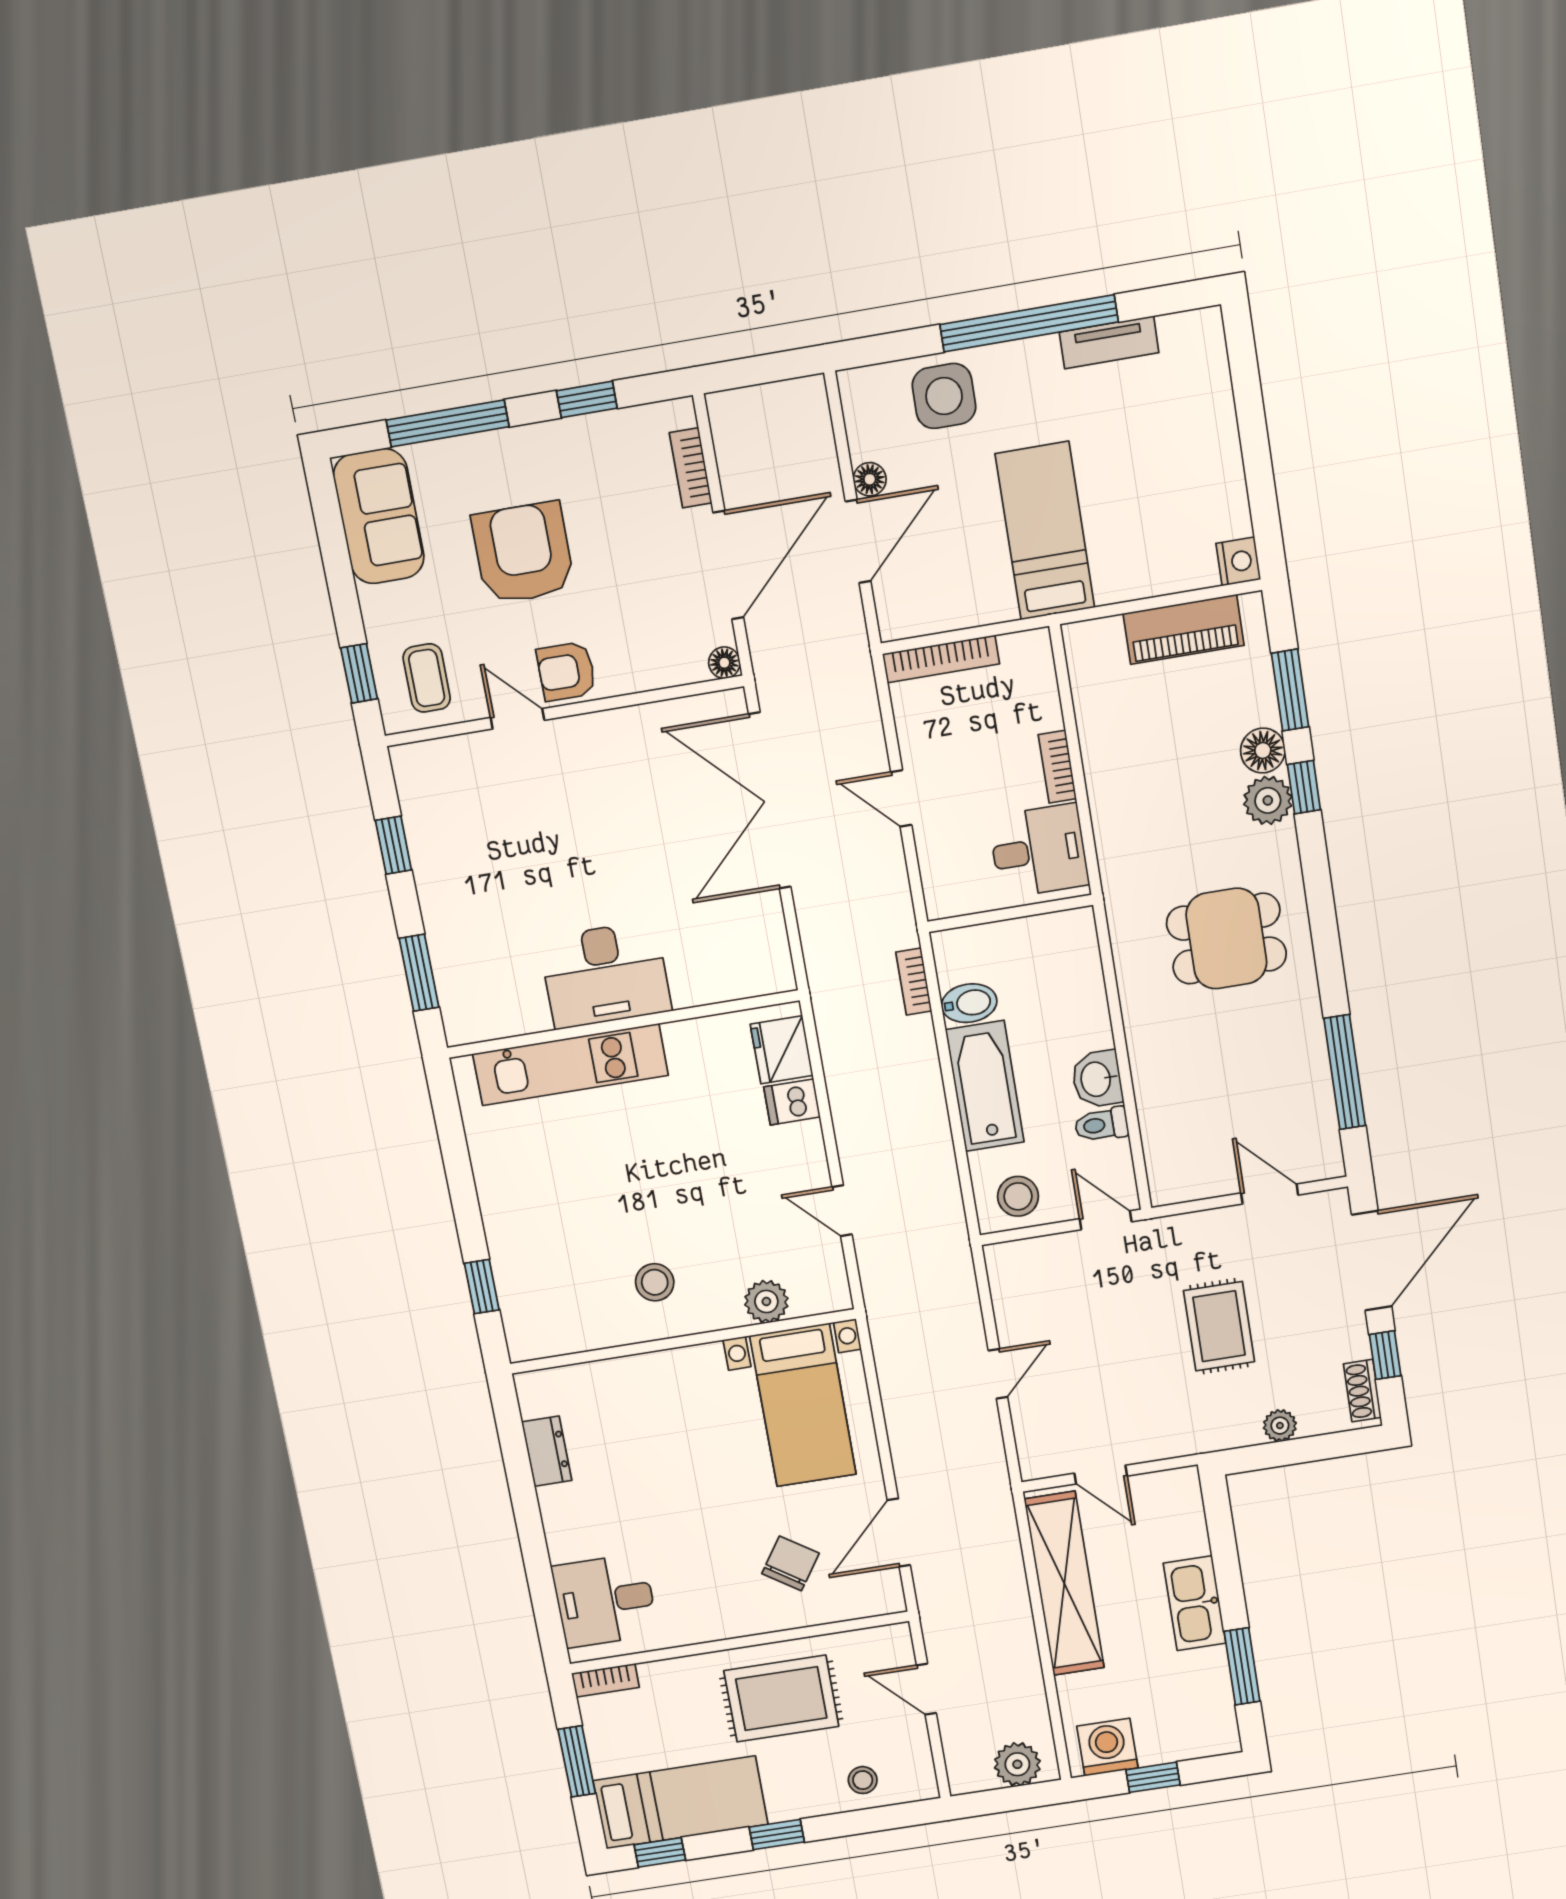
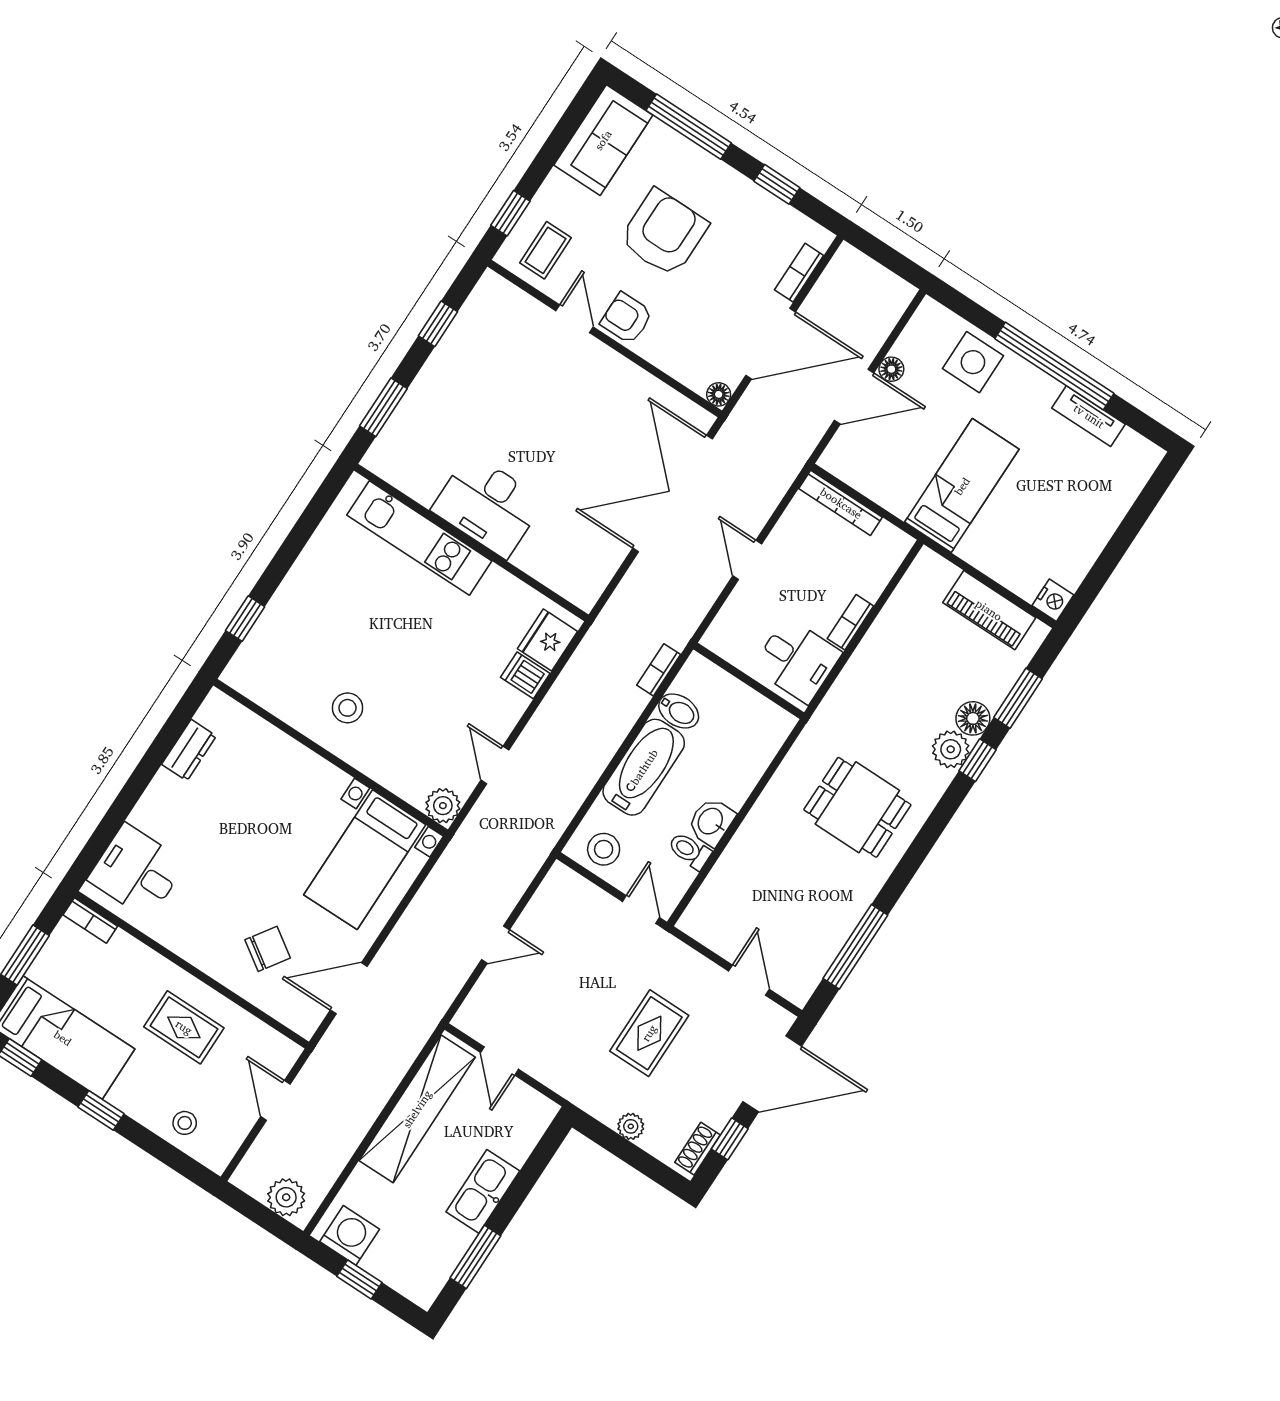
plant: (766, 1301) -> (443, 806), moved
rug: (781, 1699) -> (184, 1027), width x0.73, depth x0.70

